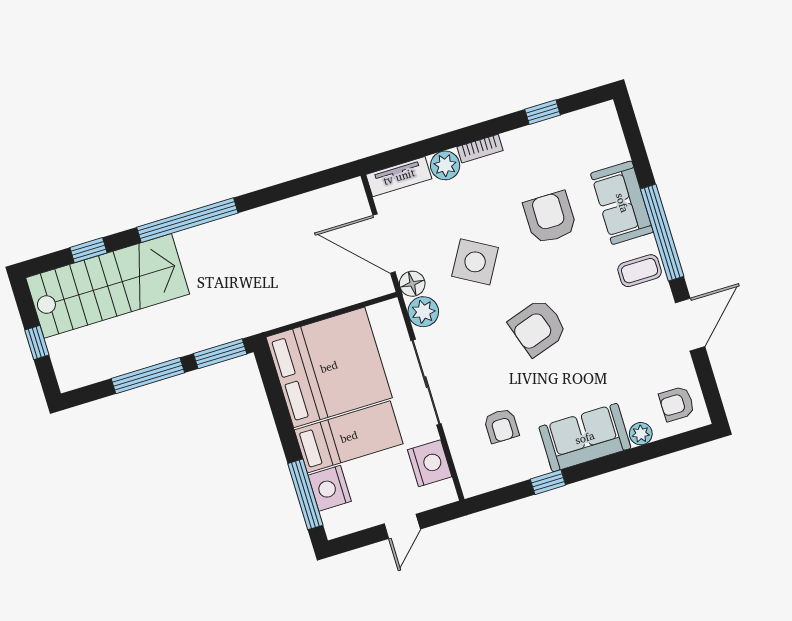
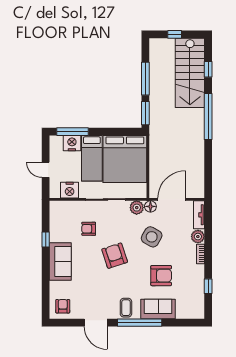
armchair: (501, 426) -> (89, 229), moved
plant: (641, 434) -> (54, 287), removed

